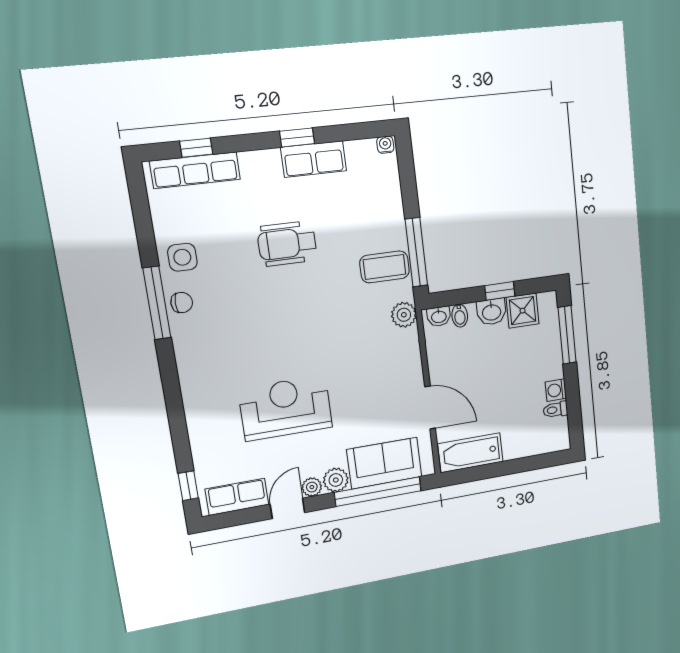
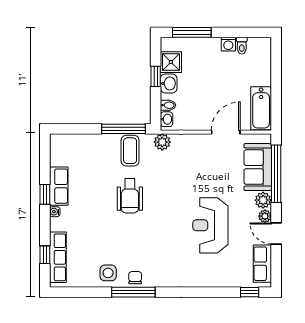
water cooler: (385, 145) -> (55, 212), moved
wheelchair: (287, 244) -> (130, 196), moved

